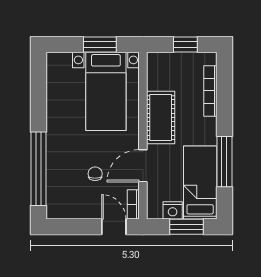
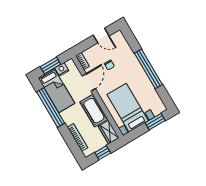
window: (100, 45) -> (155, 122), moved
wardrobe: (158, 71) -> (109, 132), added
window: (224, 162) -> (51, 108), width x1.46
window: (38, 169) -> (148, 69), moved
door: (114, 227) -> (101, 35), moved

